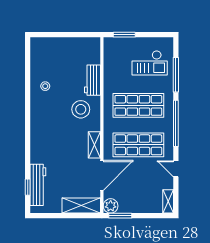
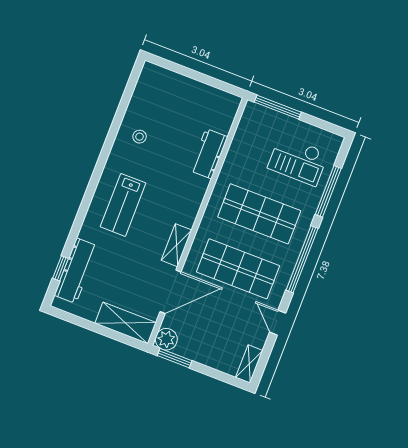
window: (124, 35) -> (278, 107), width x1.44
stool: (81, 109) -> (177, 188), removed
lab bench: (51, 133) -> (123, 205), added

